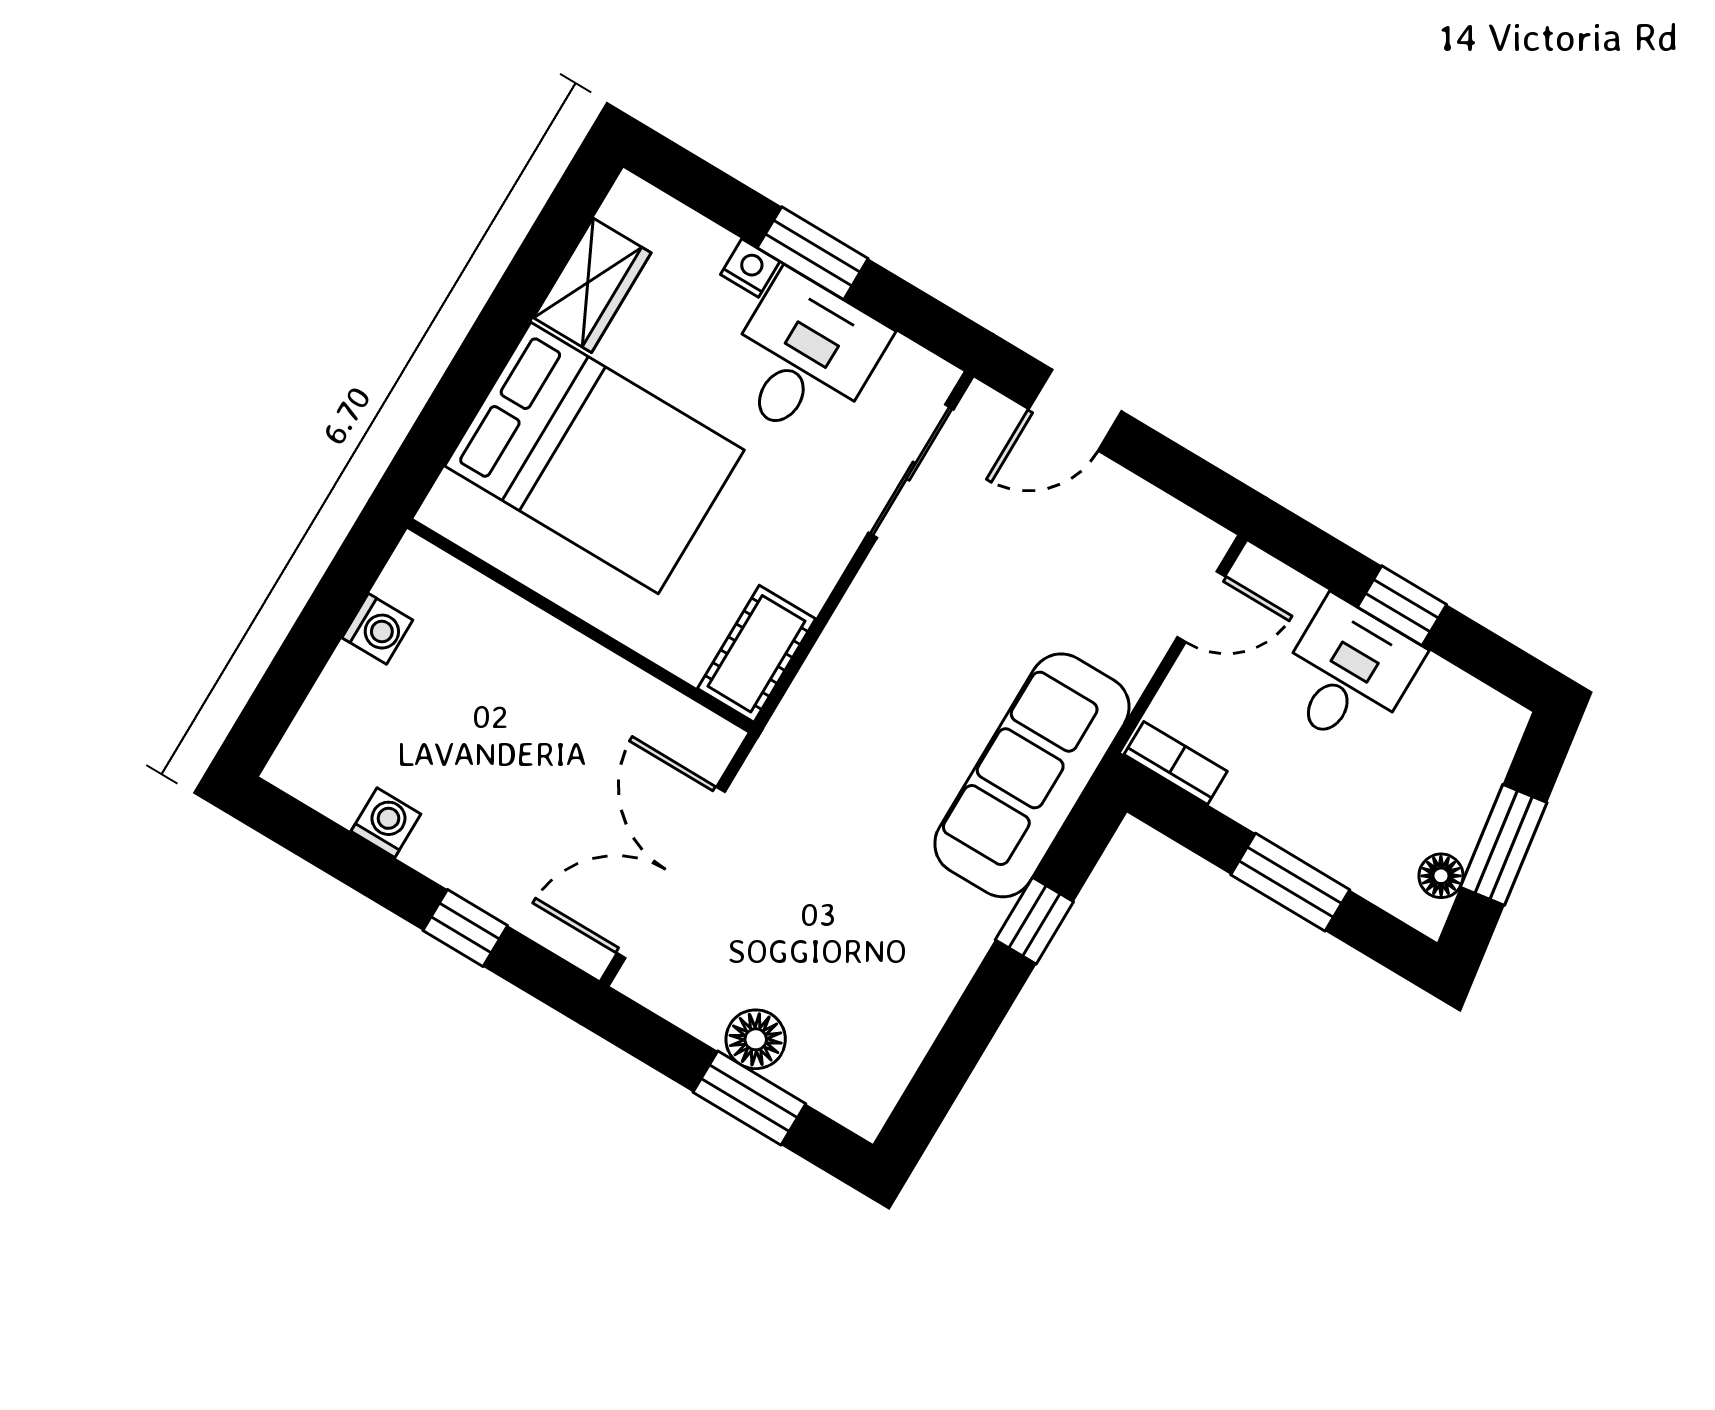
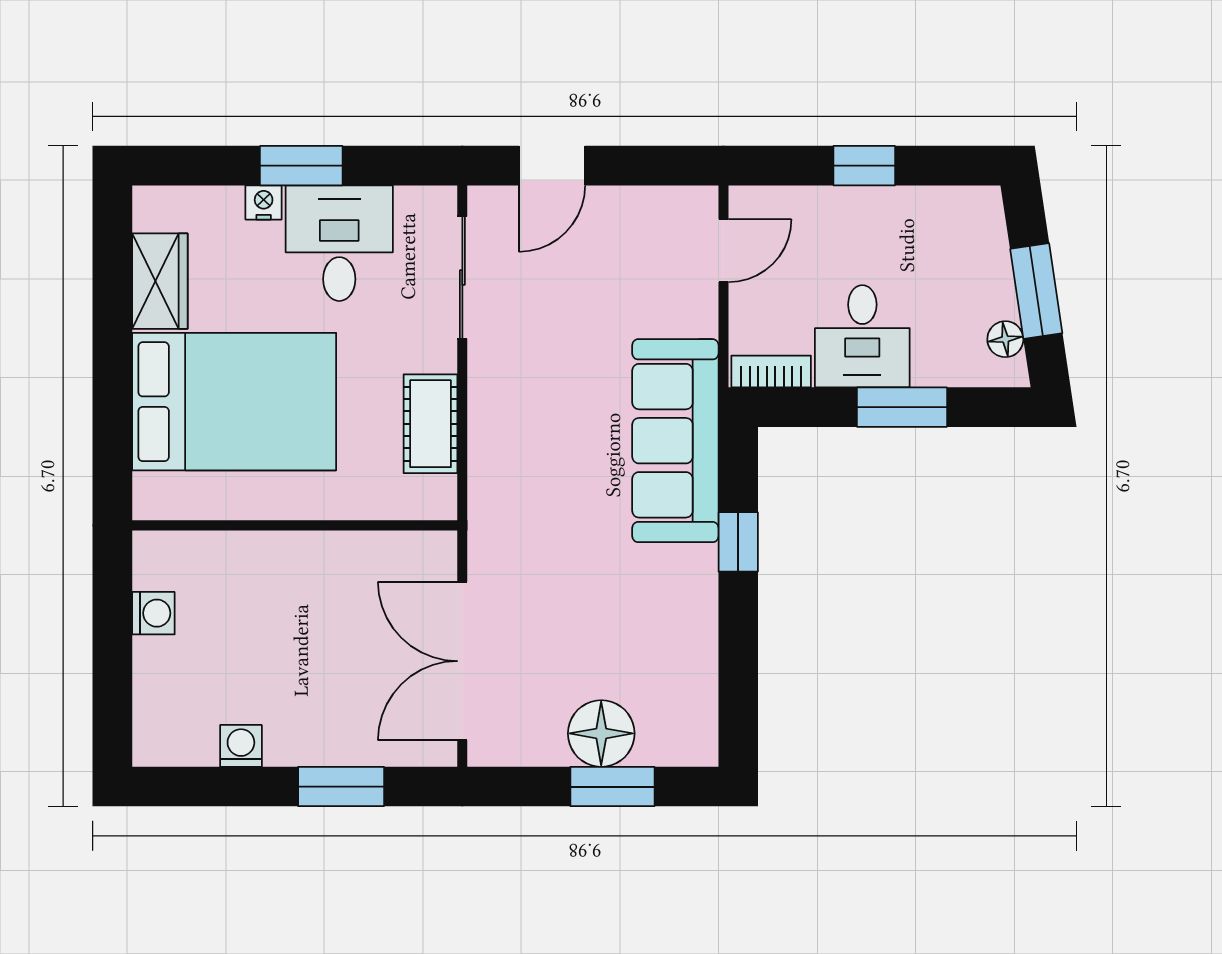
cot: (757, 654) -> (430, 424), moved
desk: (1348, 674) -> (862, 336), moved, turned 180
window: (465, 928) -> (341, 787), width x1.50
floor lamp: (756, 1039) -> (601, 733), width x1.38, depth x1.38

